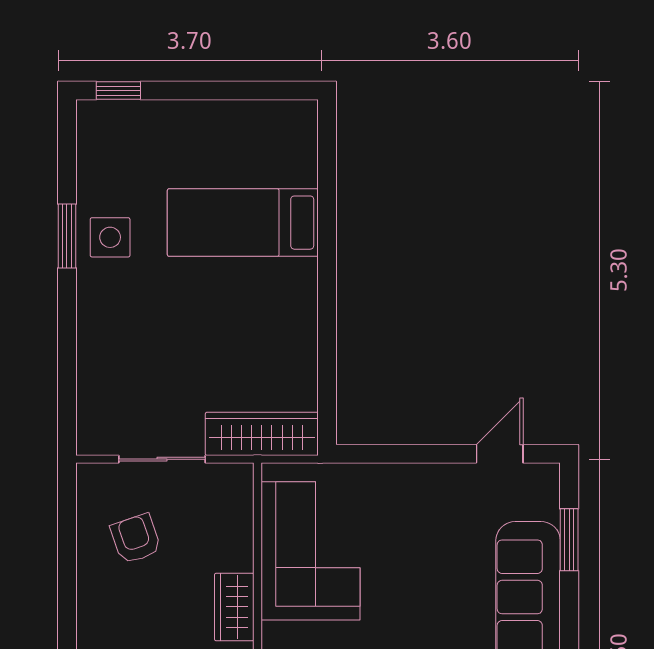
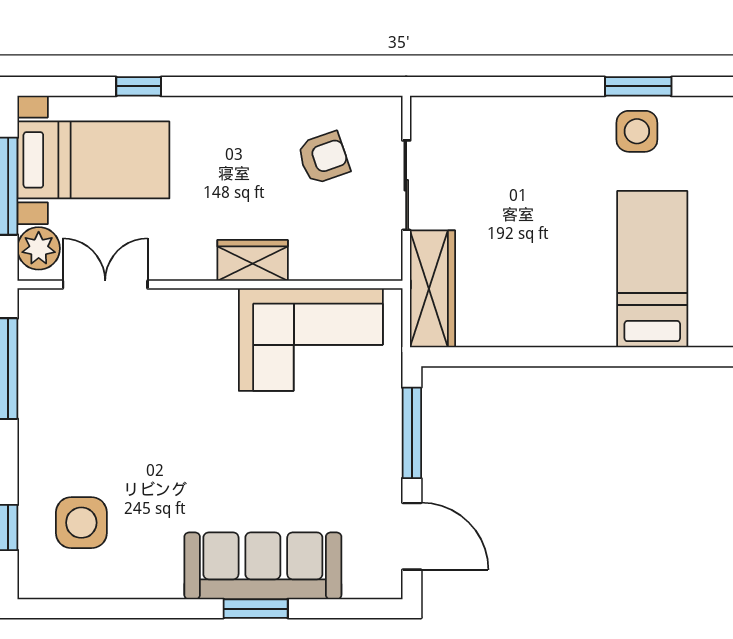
window: (400, 454) -> (412, 433), added
door: (500, 454) -> (412, 536), width x1.38
window: (569, 540) -> (256, 609), moved

